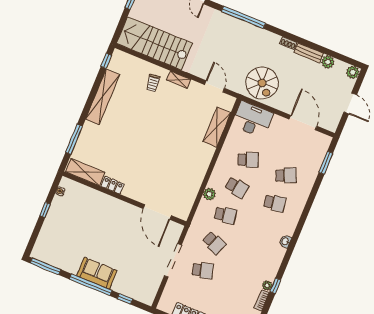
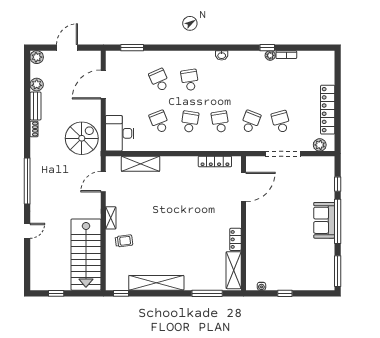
plant: (209, 194) -> (320, 145), moved
locker: (191, 196) -> (215, 162), added

